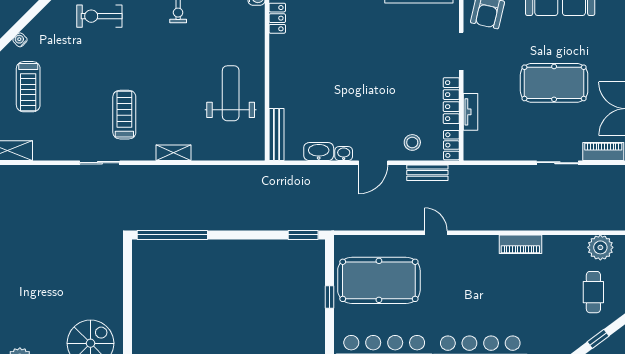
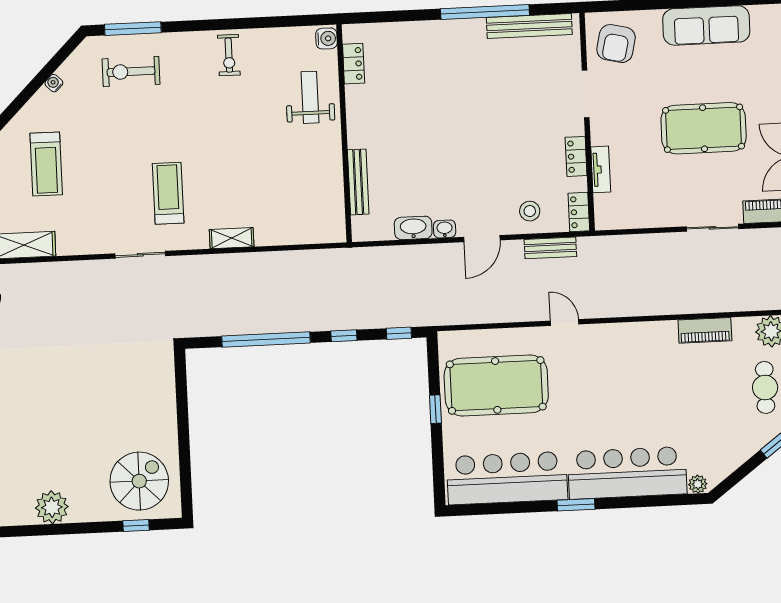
water cooler: (20, 40) -> (54, 83), moved
weight bench: (231, 93) -> (310, 97), moved, width x0.73, depth x0.75
locker: (451, 101) -> (576, 156), width x0.66
bench: (276, 134) -> (358, 182), moved
window: (172, 235) -> (266, 339), moved
window: (259, 235) -> (344, 336), added
window: (303, 235) -> (399, 333), width x0.67
piano: (520, 244) -> (705, 330), moved

